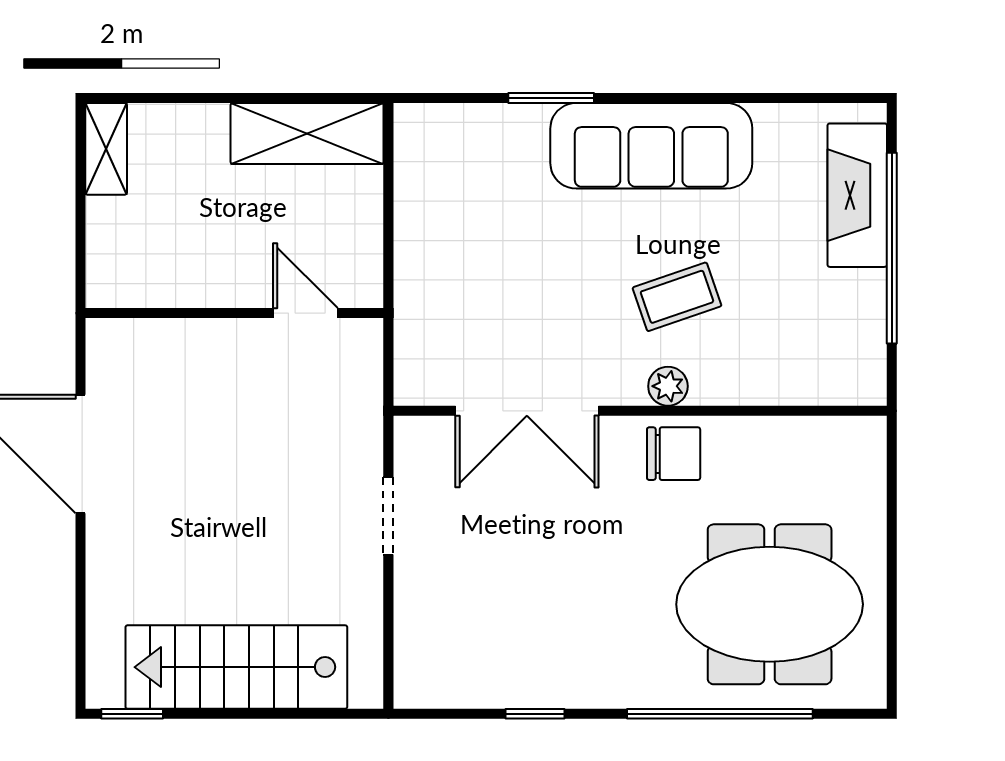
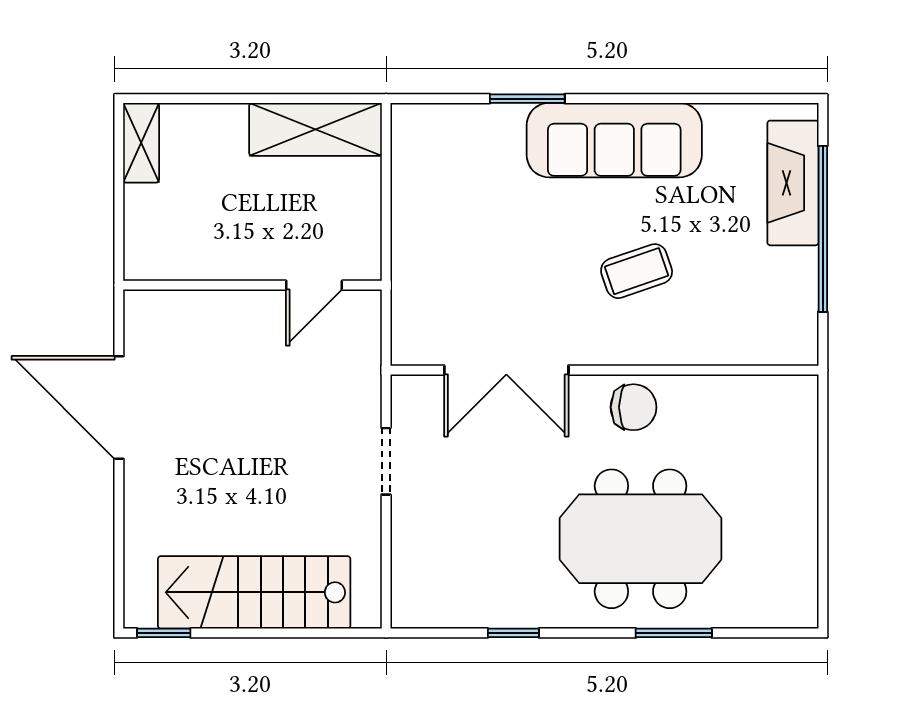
door: (305, 313) -> (314, 285), swing flipped
plant: (668, 386) -> (629, 349), removed
meeting table: (770, 604) -> (641, 539), moved
window: (720, 714) -> (674, 633), width x0.47

